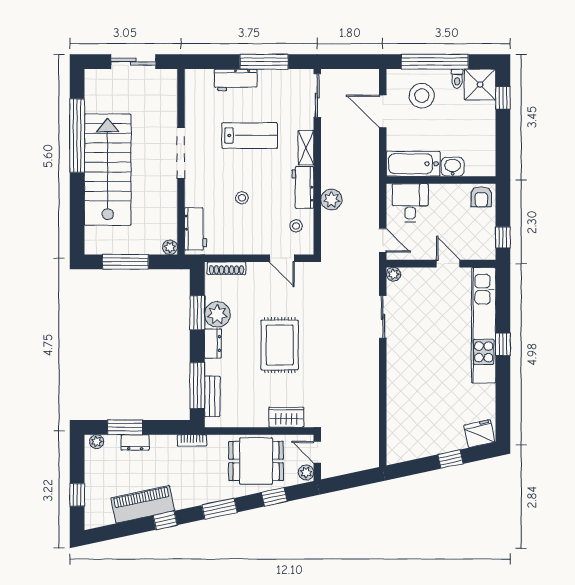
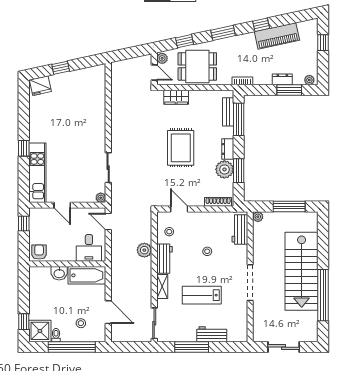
stool: (422, 96) -> (81, 323), width x0.53, depth x0.53
kitchen unit: (484, 325) -> (37, 173), width x0.73

